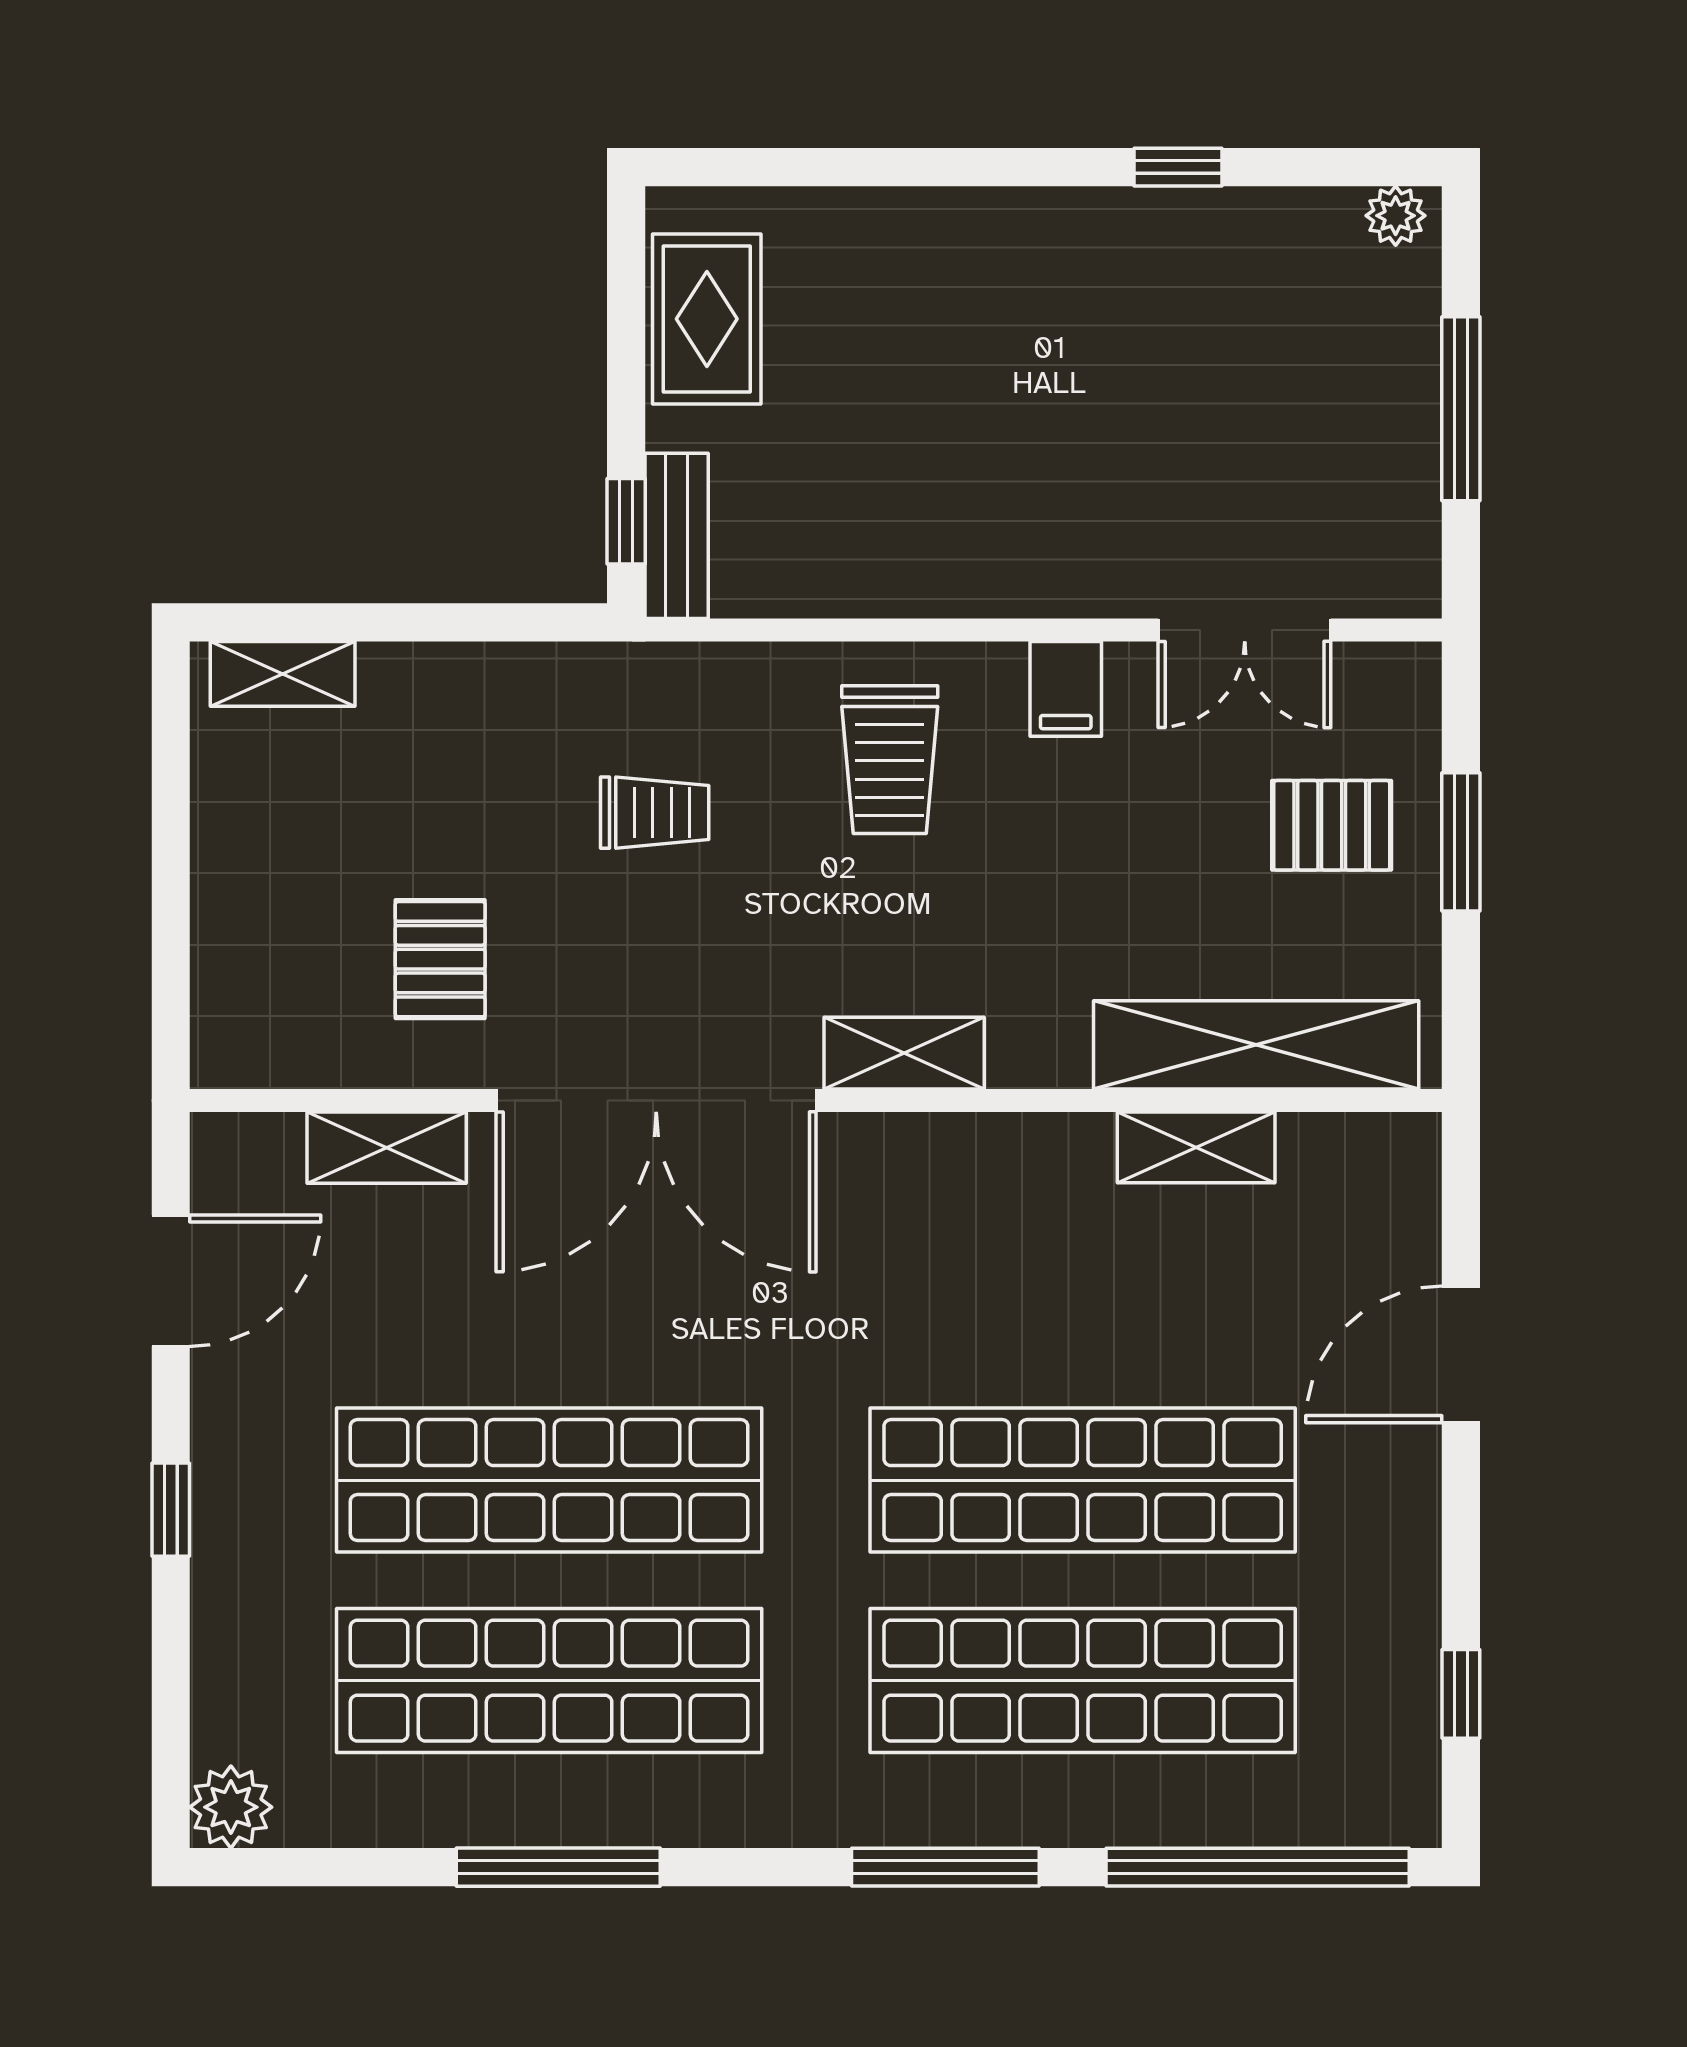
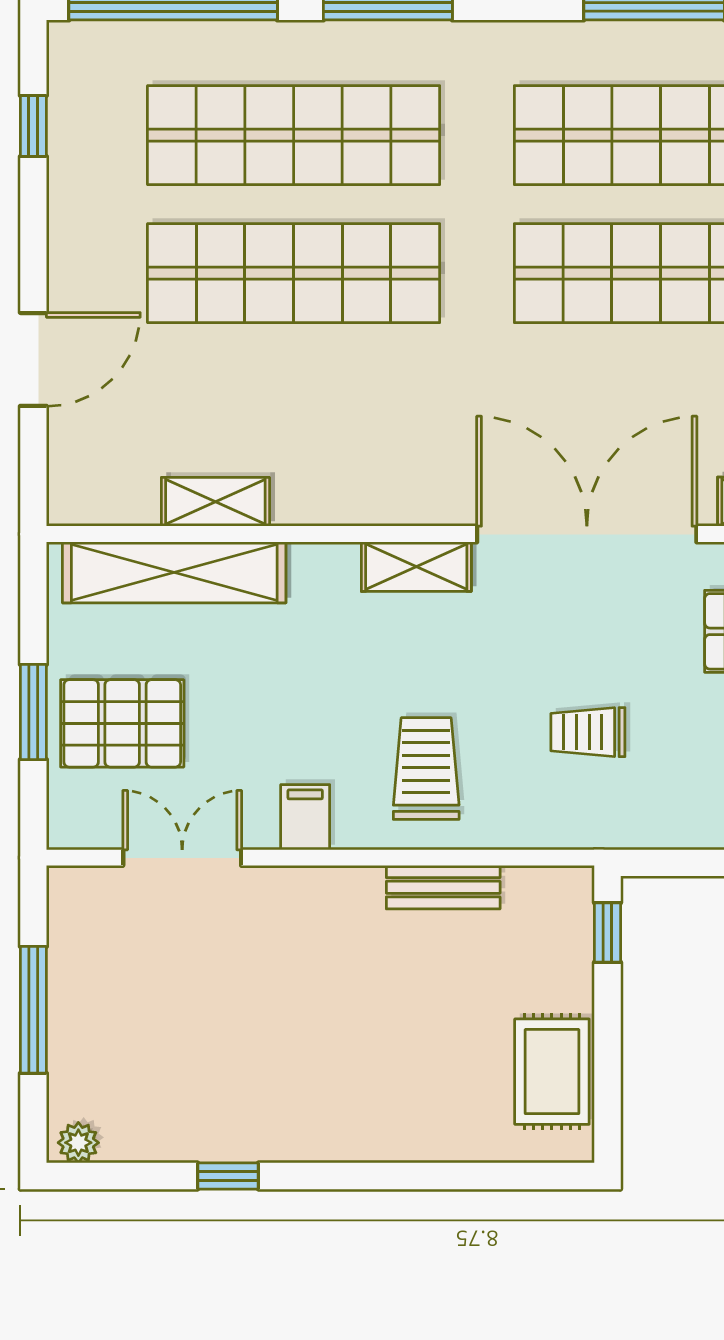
bench: (677, 536) -> (443, 887), moved, turned 90
pallet: (1332, 825) -> (122, 723), width x1.50, depth x1.42

